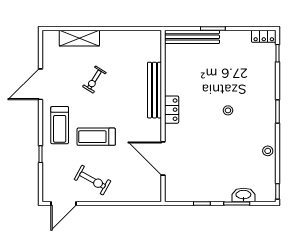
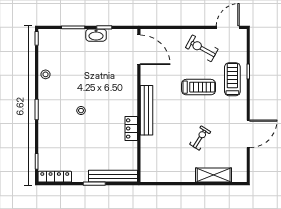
locker: (264, 36) -> (55, 177), width x1.53
bench: (154, 90) -> (147, 110), moved
locker: (172, 110) -> (131, 128), moved
treadmill: (60, 125) -> (232, 79), moved
door: (163, 159) -> (139, 50), moved
washbasin: (243, 195) -> (96, 35), moved

